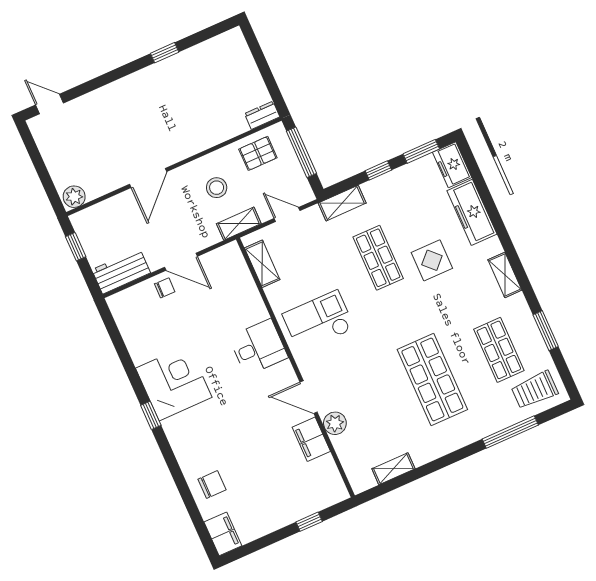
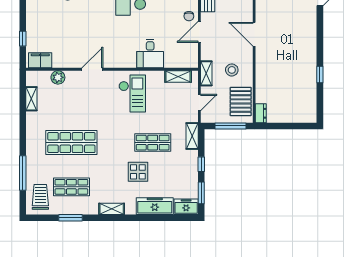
pallet: (258, 153) -> (241, 101), width x1.50, depth x1.42
desk: (258, 347) -> (150, 54), moved
plant: (335, 423) -> (58, 77), moved
filing cabinet: (311, 439) -> (40, 60), moved

